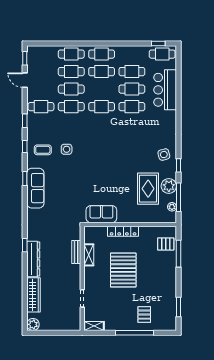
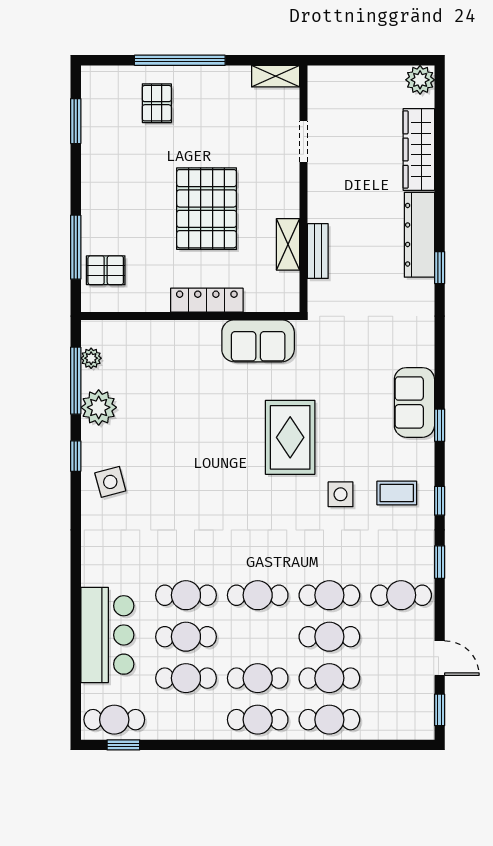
sofa: (35, 188) -> (414, 402), width x0.73
rug: (148, 189) -> (290, 437), moved

